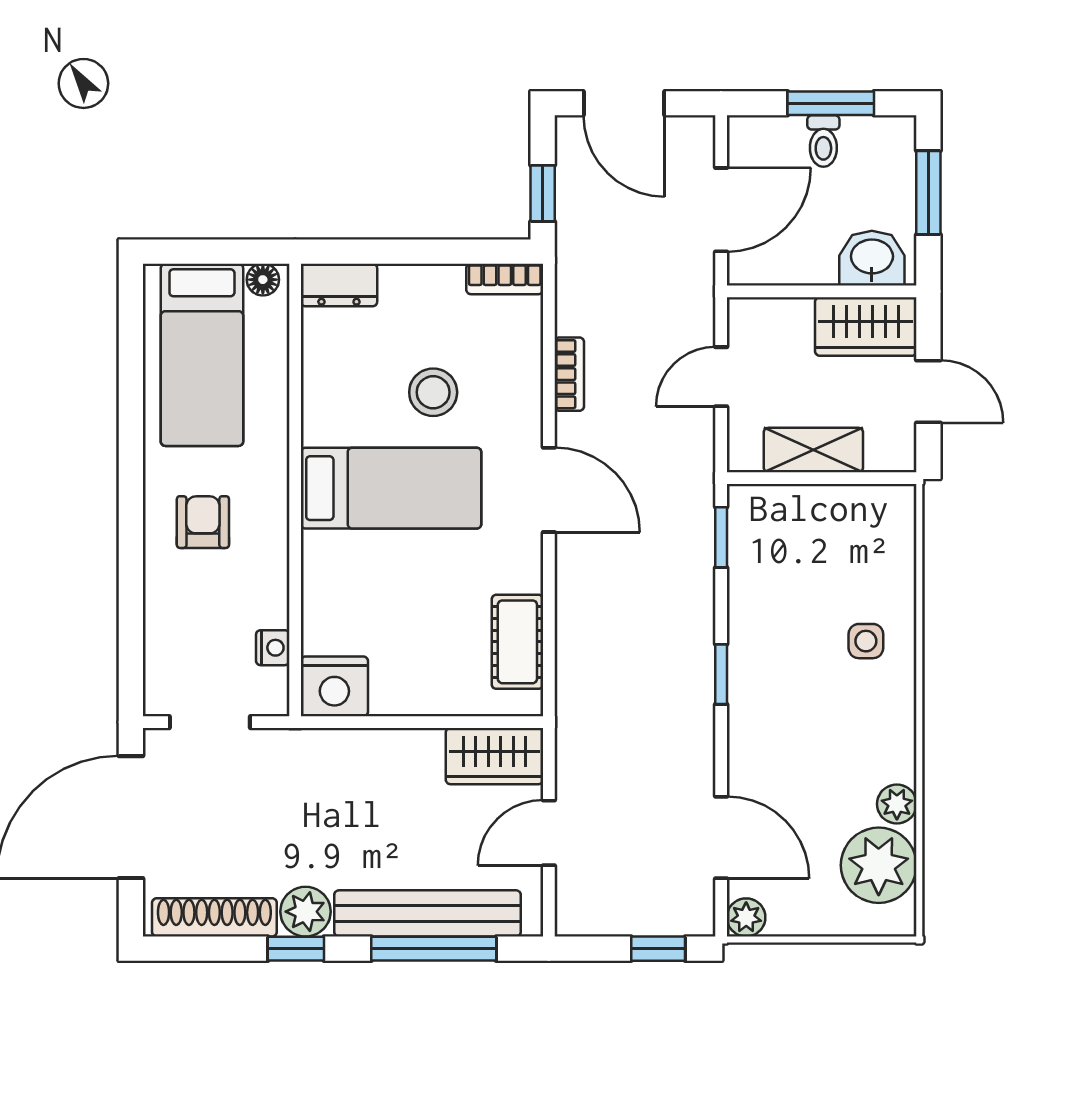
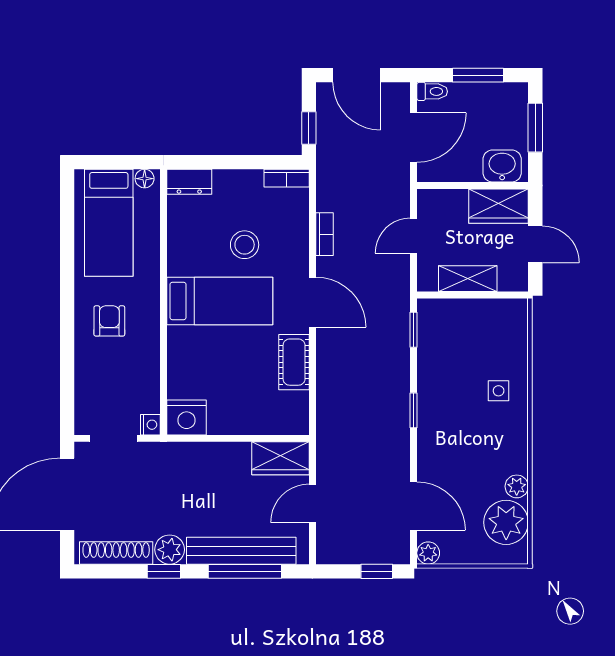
toilet: (823, 141) -> (432, 91), moved, turned -90
cot: (517, 642) -> (294, 362), moved
nightstand: (273, 648) -> (150, 425), moved

